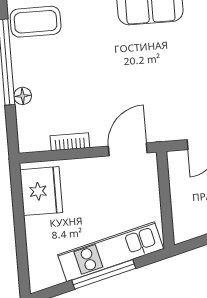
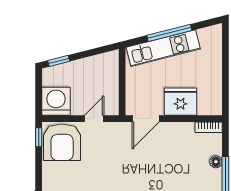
bookcase: (70, 142) -> (209, 127), moved
fridge: (41, 191) -> (181, 102), moved, turned 90

